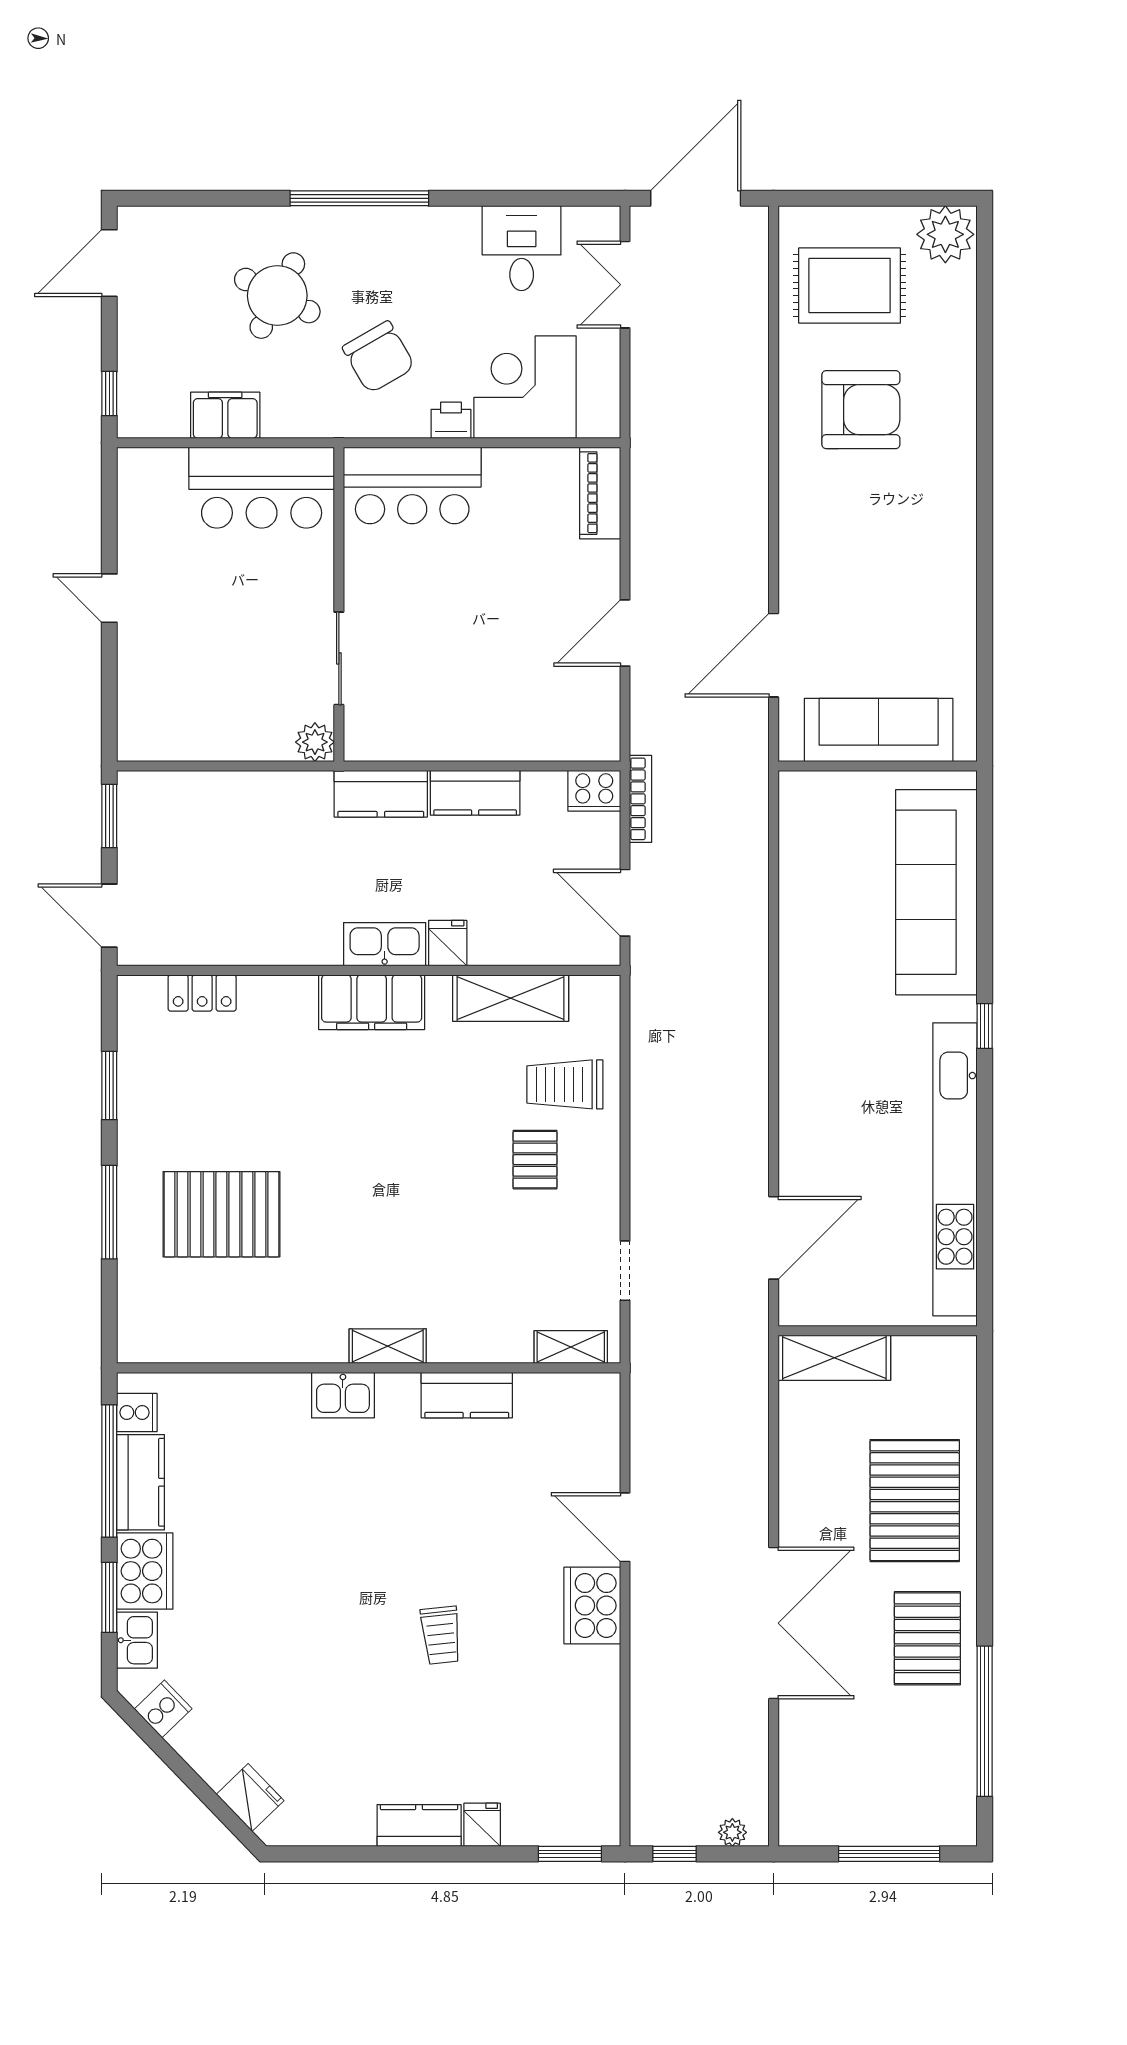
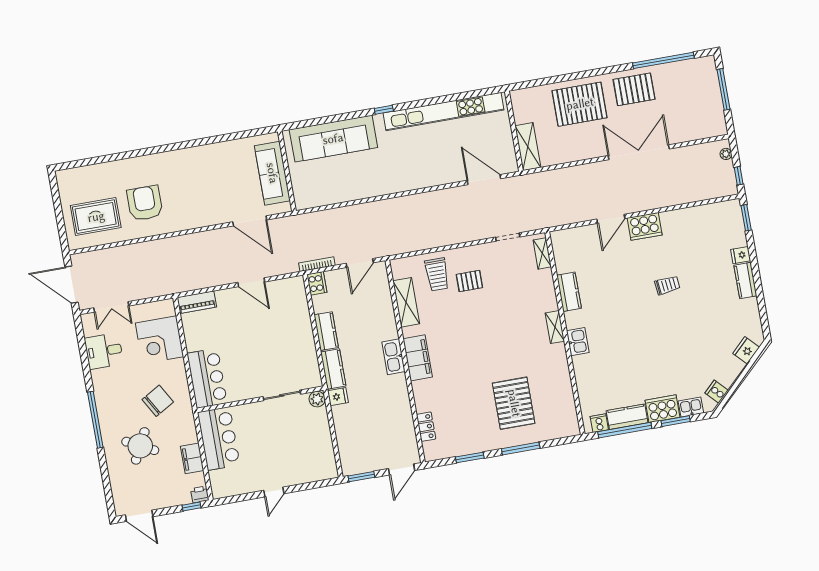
plant: (945, 234) -> (68, 182), removed
rug: (850, 286) -> (96, 217), turned 90
printer: (451, 420) -> (200, 494), moved, turned 90
fridge: (448, 943) -> (338, 397), moved, turned 180

